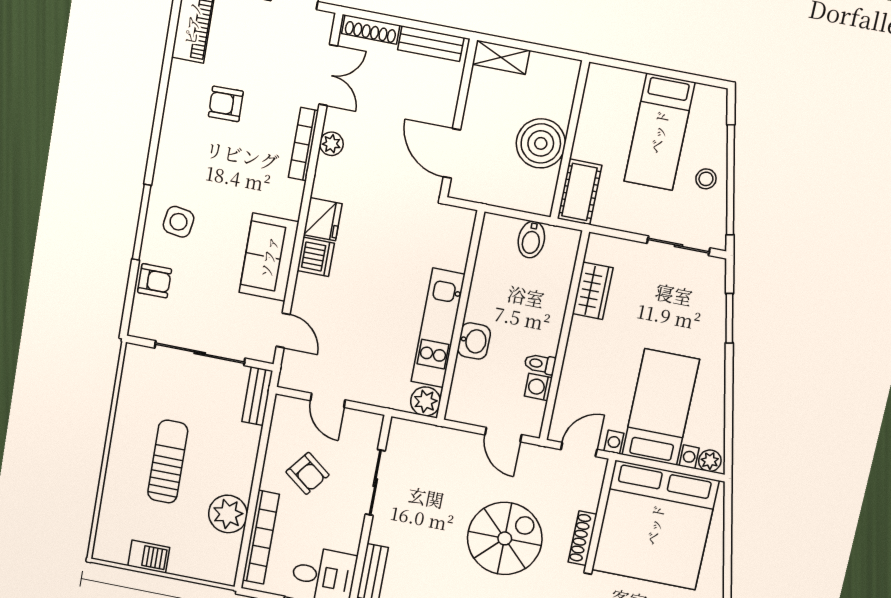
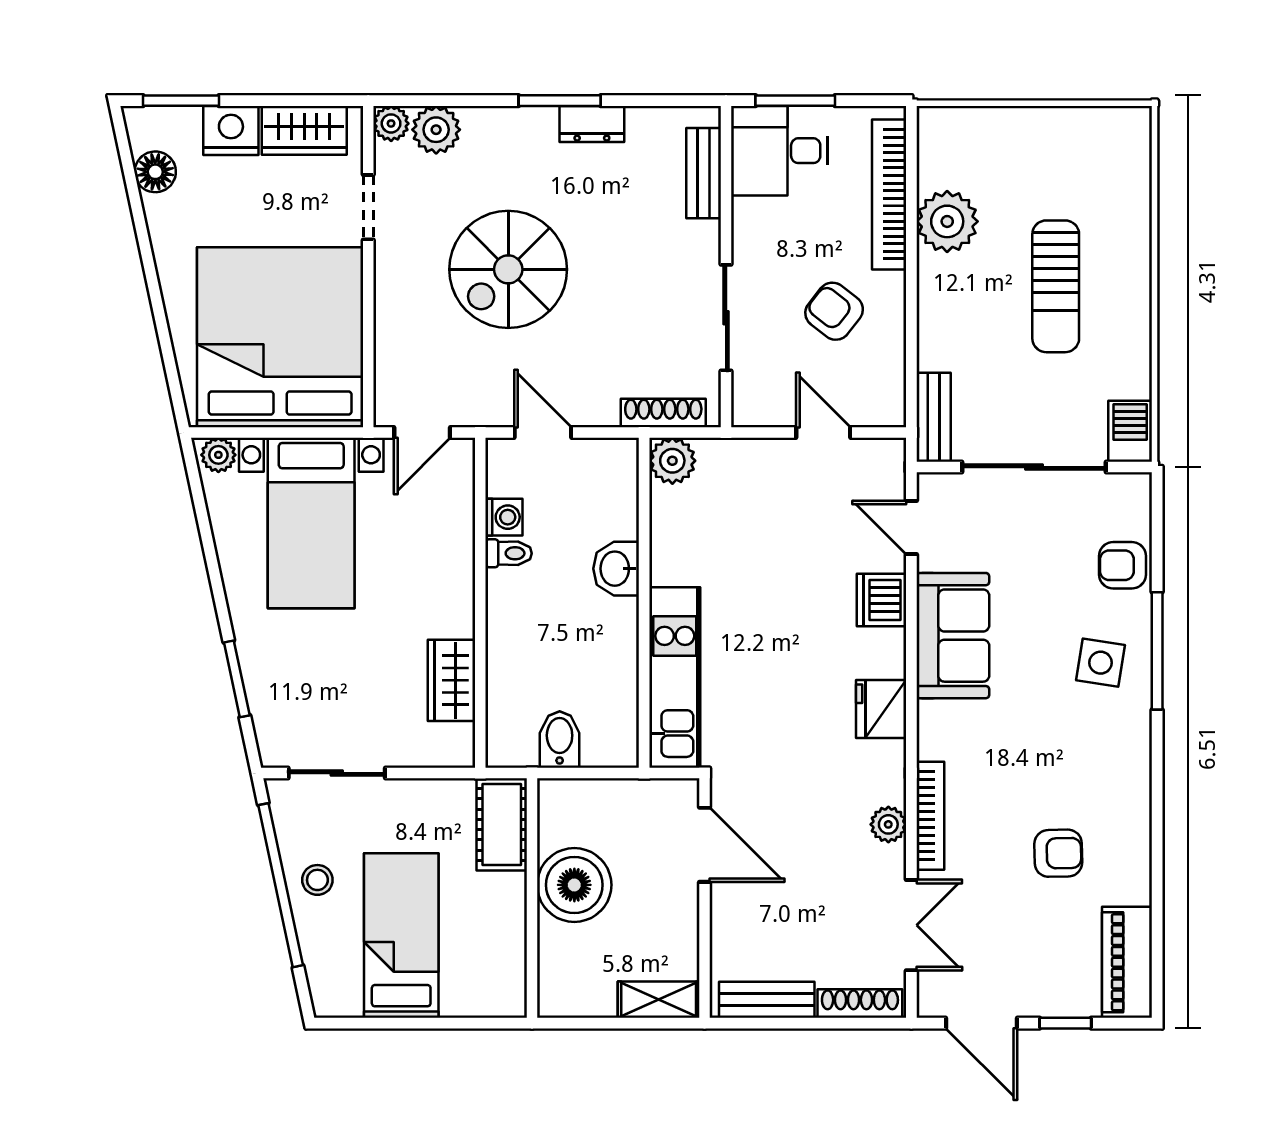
double door: (328, 75) -> (911, 925), swing flipped
dishwasher: (316, 257) -> (882, 600), moved
kitchen unit: (438, 328) -> (675, 677), moved
shoe rack: (583, 538) -> (663, 413), moved, turned -90
barbecue: (149, 557) -> (1130, 431), moved, turned 90

